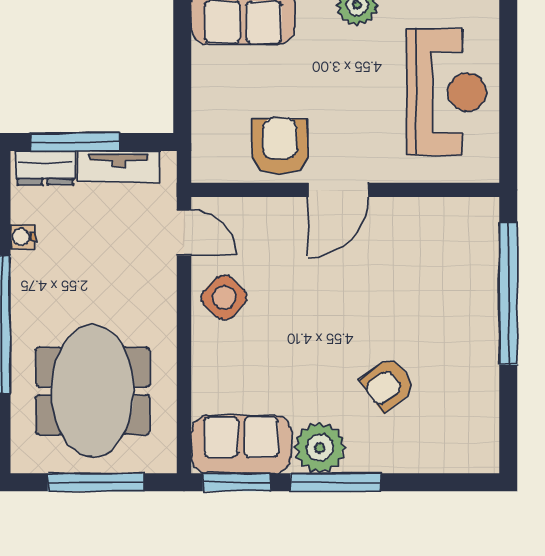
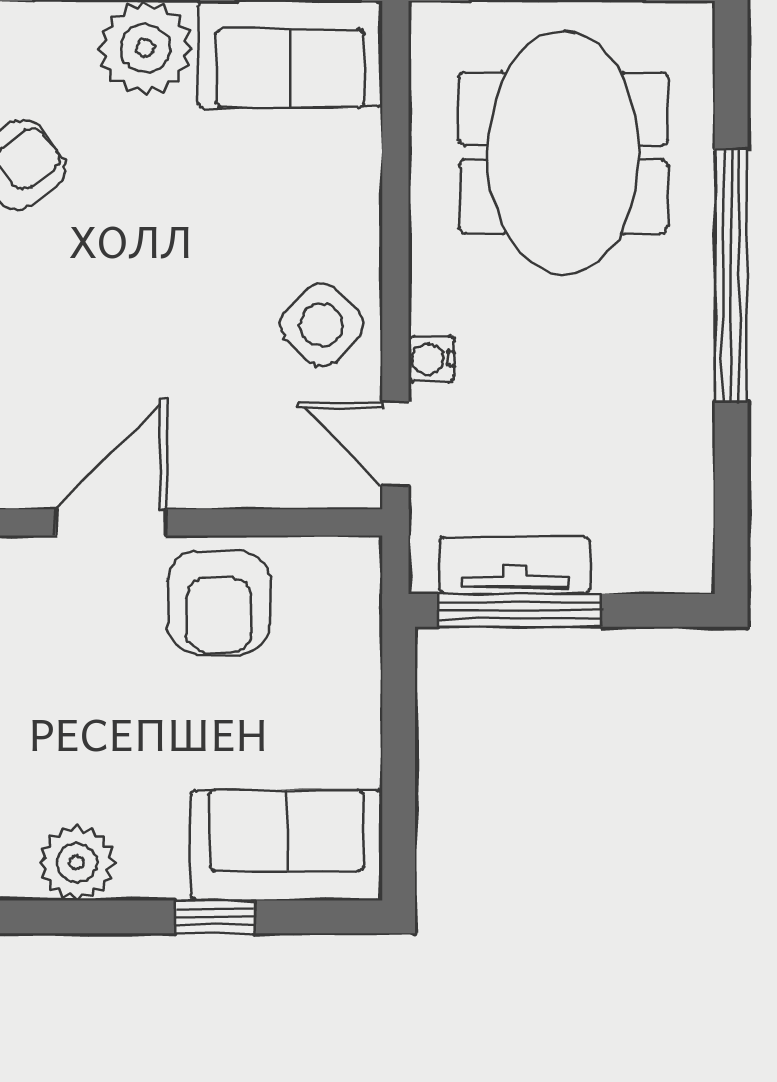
window: (75, 142) -> (520, 610), moved
dresser: (45, 168) -> (651, 563), removed
water cooler: (23, 237) -> (431, 359), moved, turned 180

